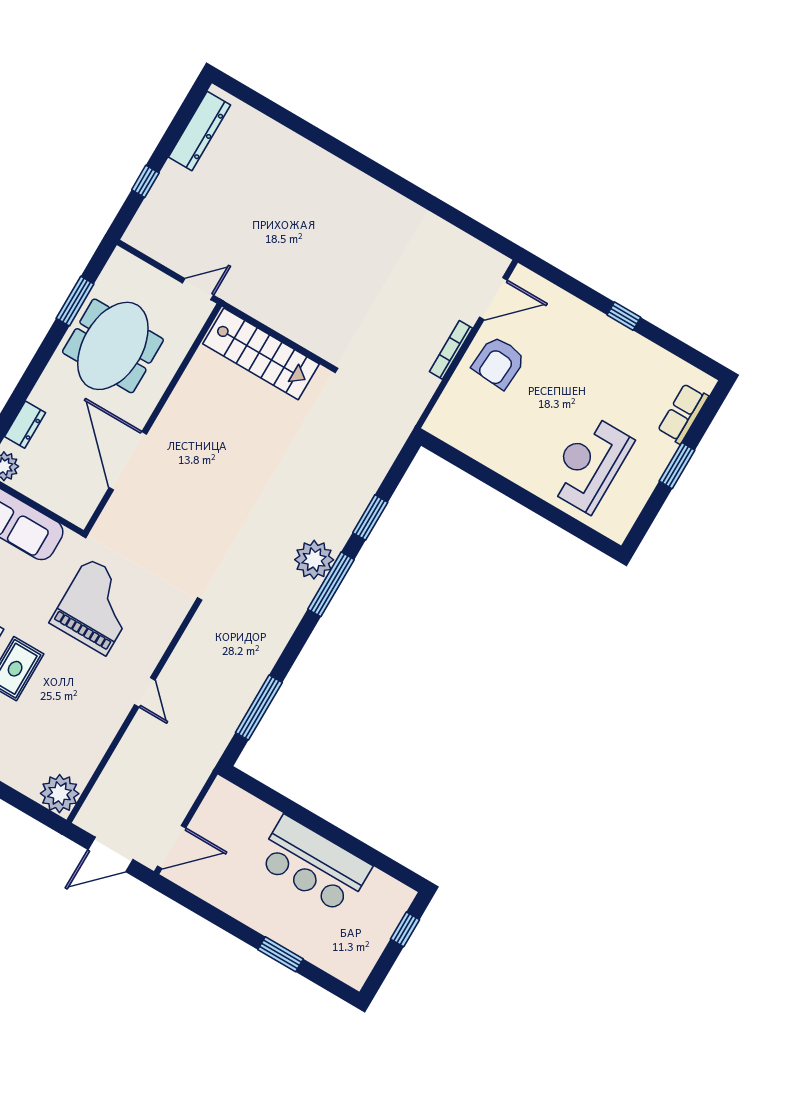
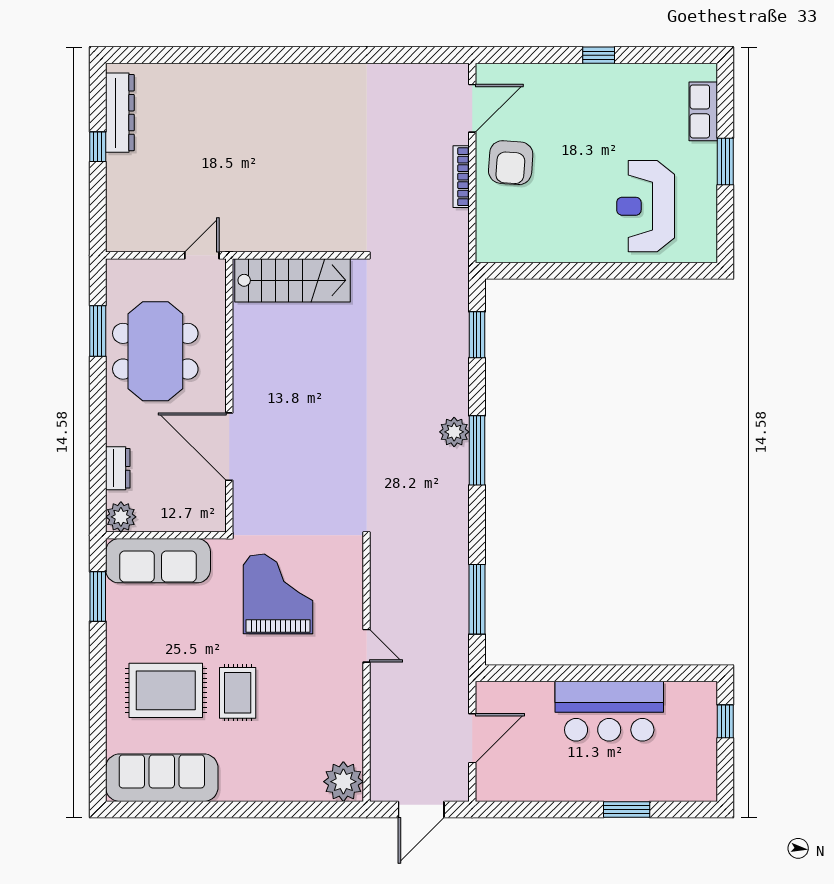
window: (145, 181) -> (98, 147), moved
window: (370, 517) -> (477, 335), moved
plant: (314, 560) -> (454, 432), width x0.73, depth x0.73
door: (172, 847) -> (472, 738), moved

